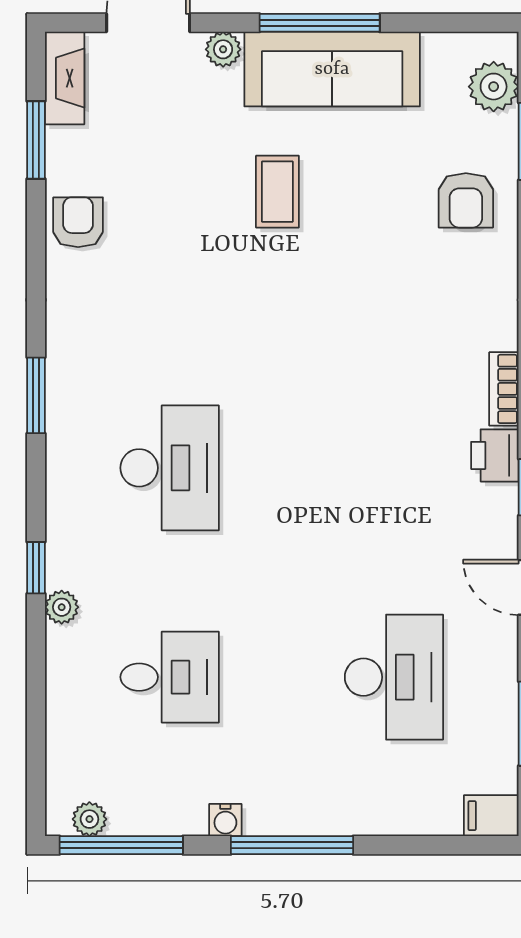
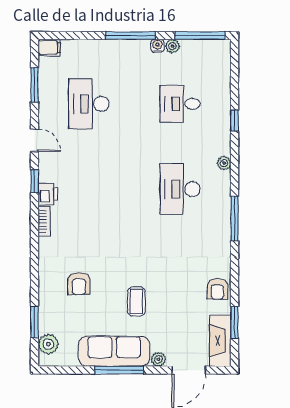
fireplace: (65, 78) -> (220, 341), width x1.37, depth x1.32
armchair: (466, 200) -> (79, 284), moved, turned 180
window: (36, 395) -> (235, 218), width x1.44
window: (36, 568) -> (235, 121), moved
plant: (62, 607) -> (224, 163), moved
plant: (89, 819) -> (172, 46), moved

